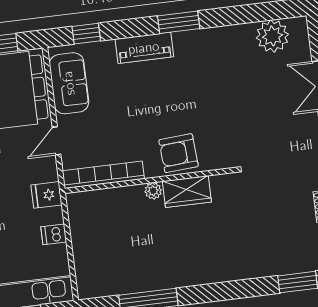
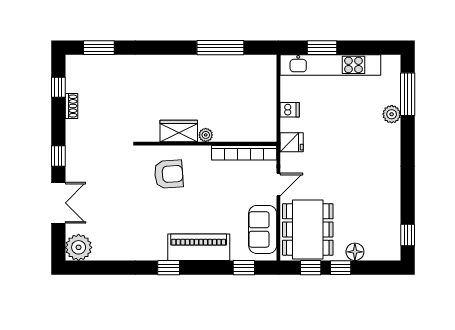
window: (179, 22) -> (169, 268), width x0.67
plant: (272, 36) -> (79, 247), moved
piano: (144, 48) -> (199, 247), width x1.37, depth x1.33
armchair: (179, 153) -> (169, 174), moved

